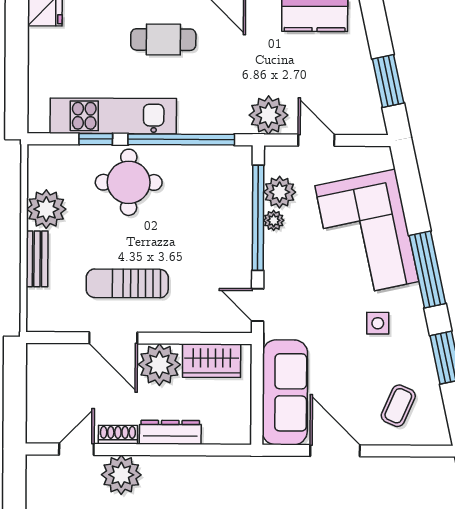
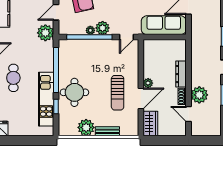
plant: (280, 192) -> (103, 28), moved
wardrobe: (212, 361) -> (150, 123), moved
plant: (159, 365) -> (148, 83), width x0.53, depth x0.53

